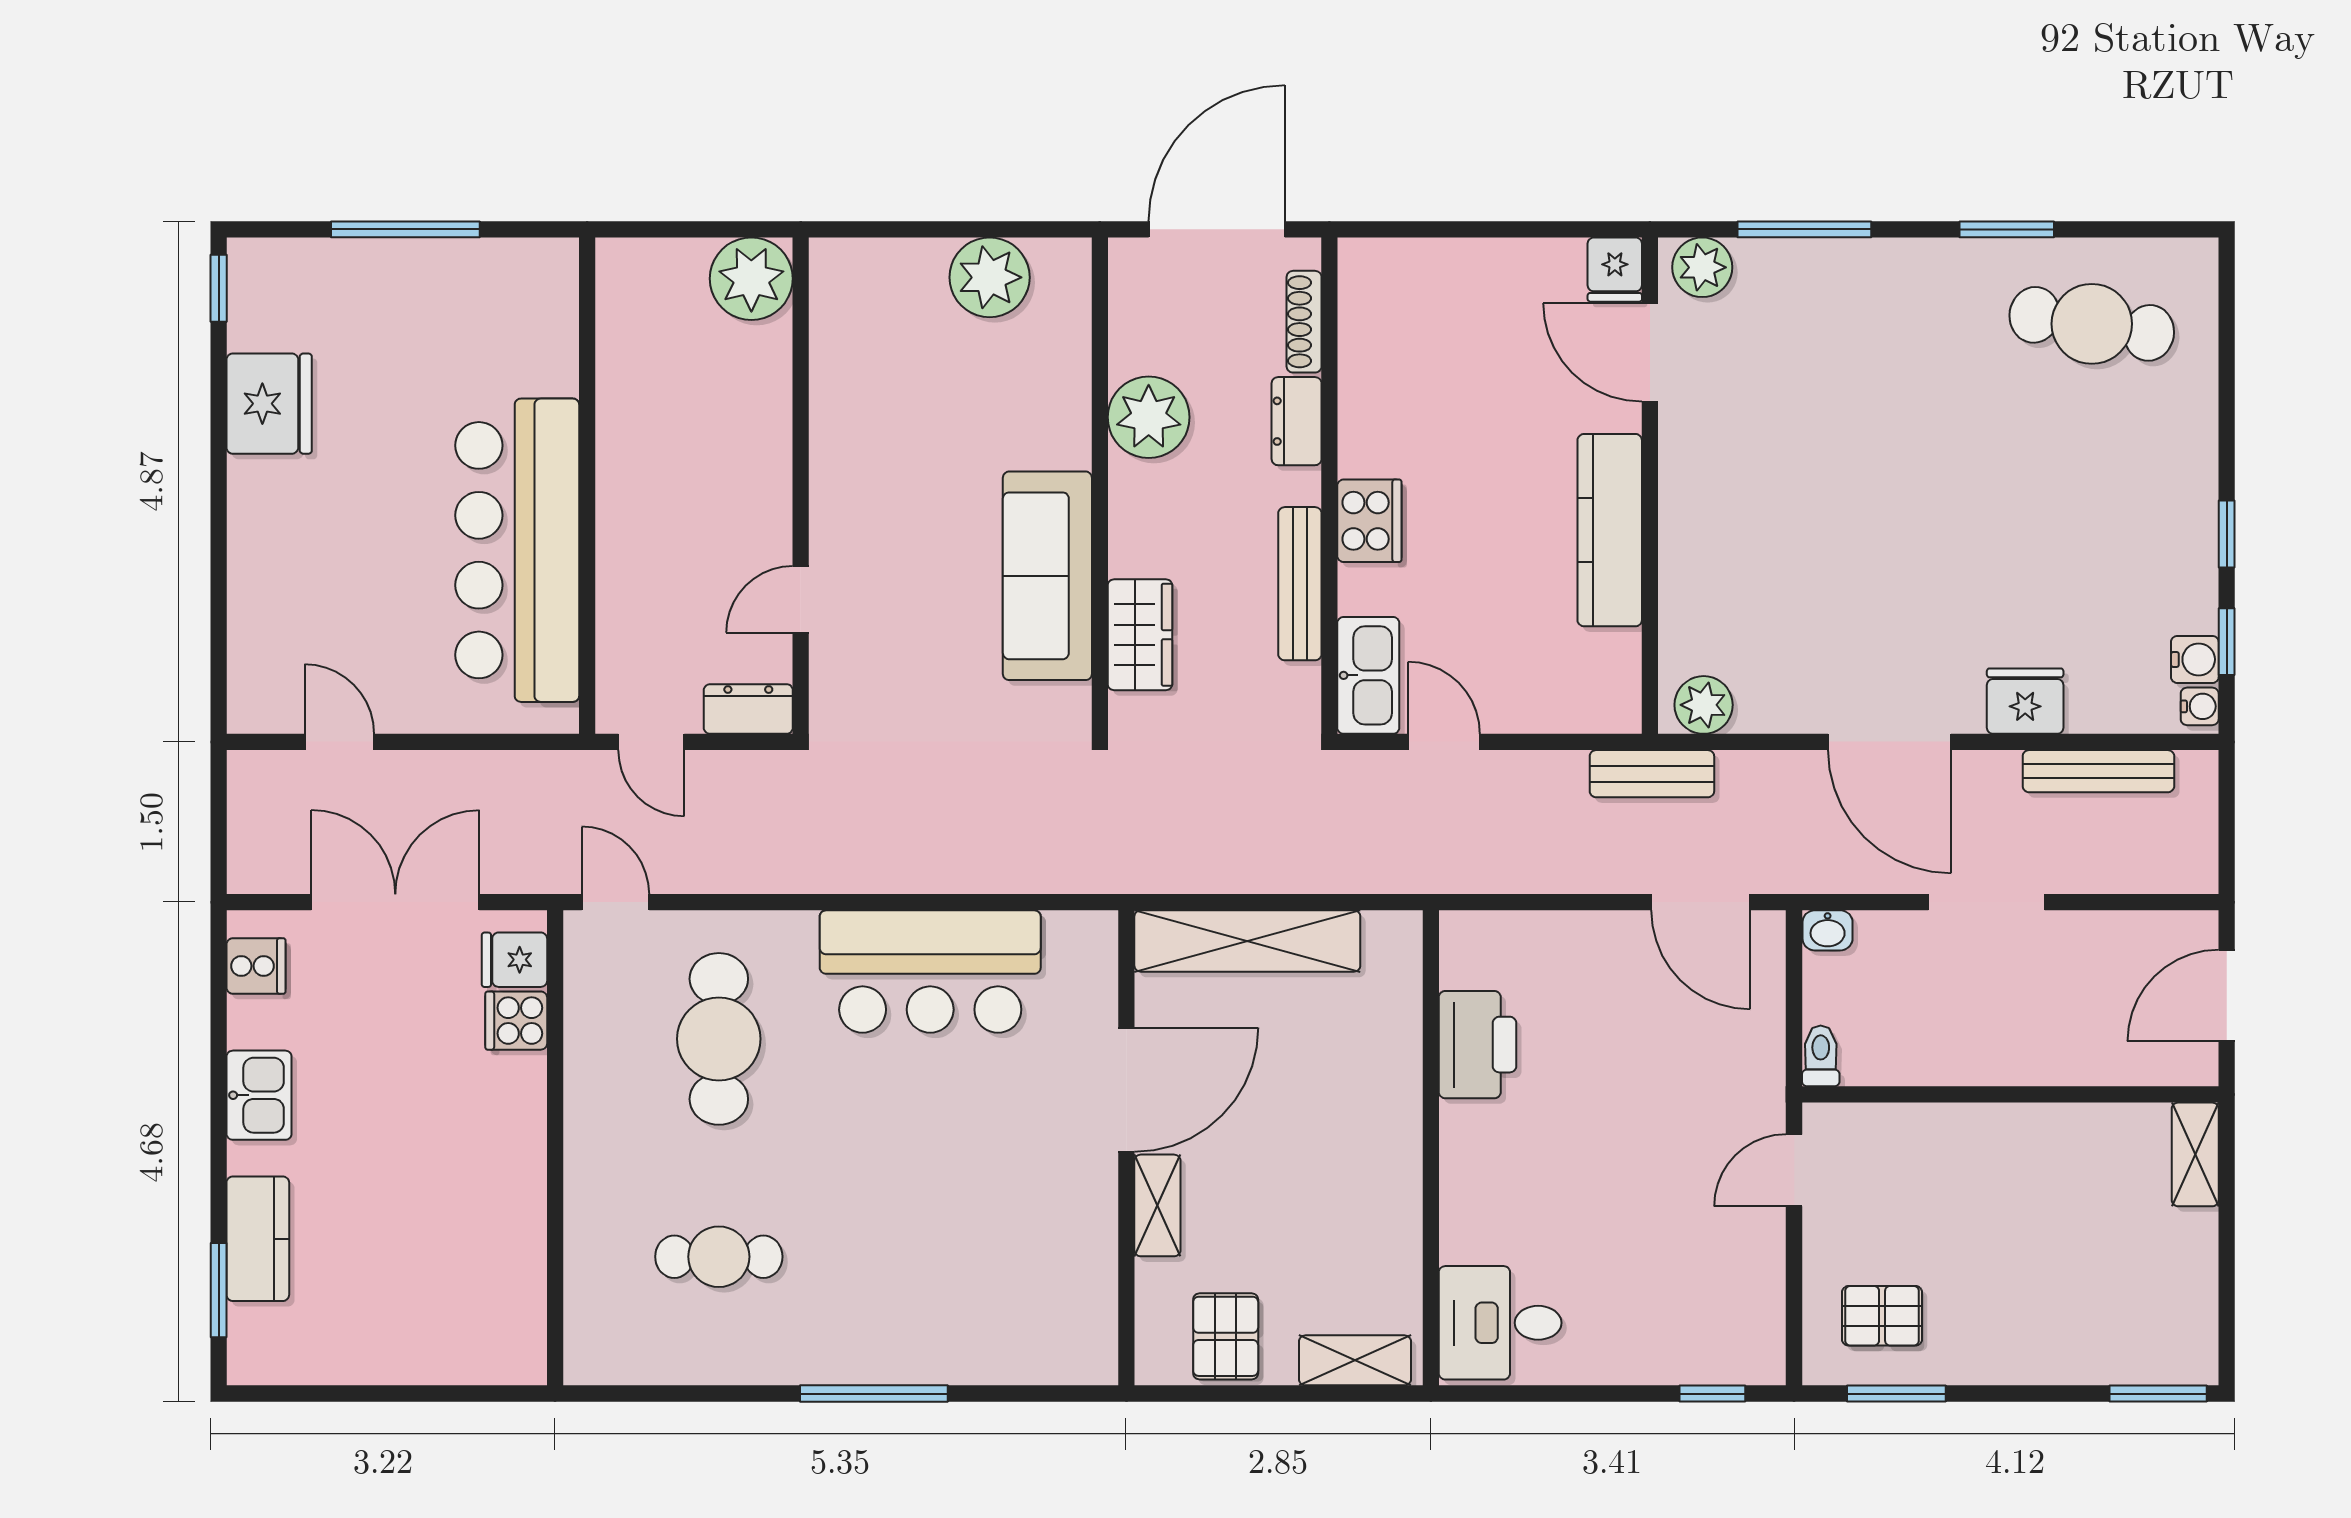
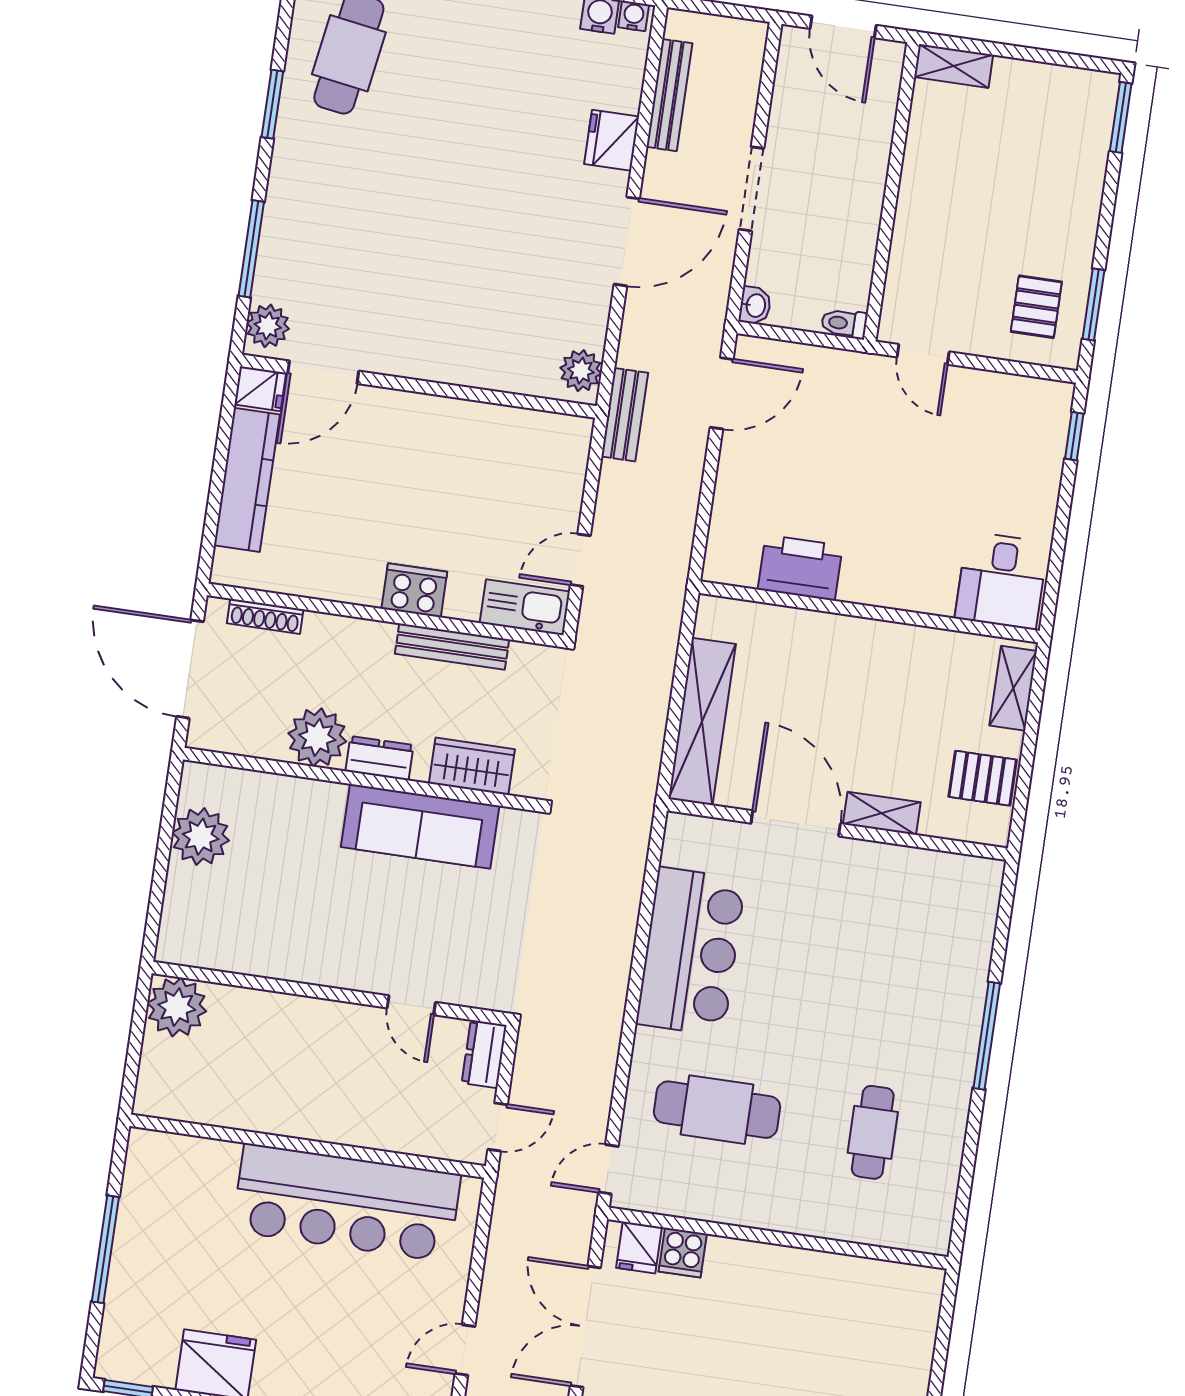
dresser: (1297, 421) -> (379, 758), moved, turned 180
kitchen counter: (1610, 530) -> (247, 480), moved, turned -90

